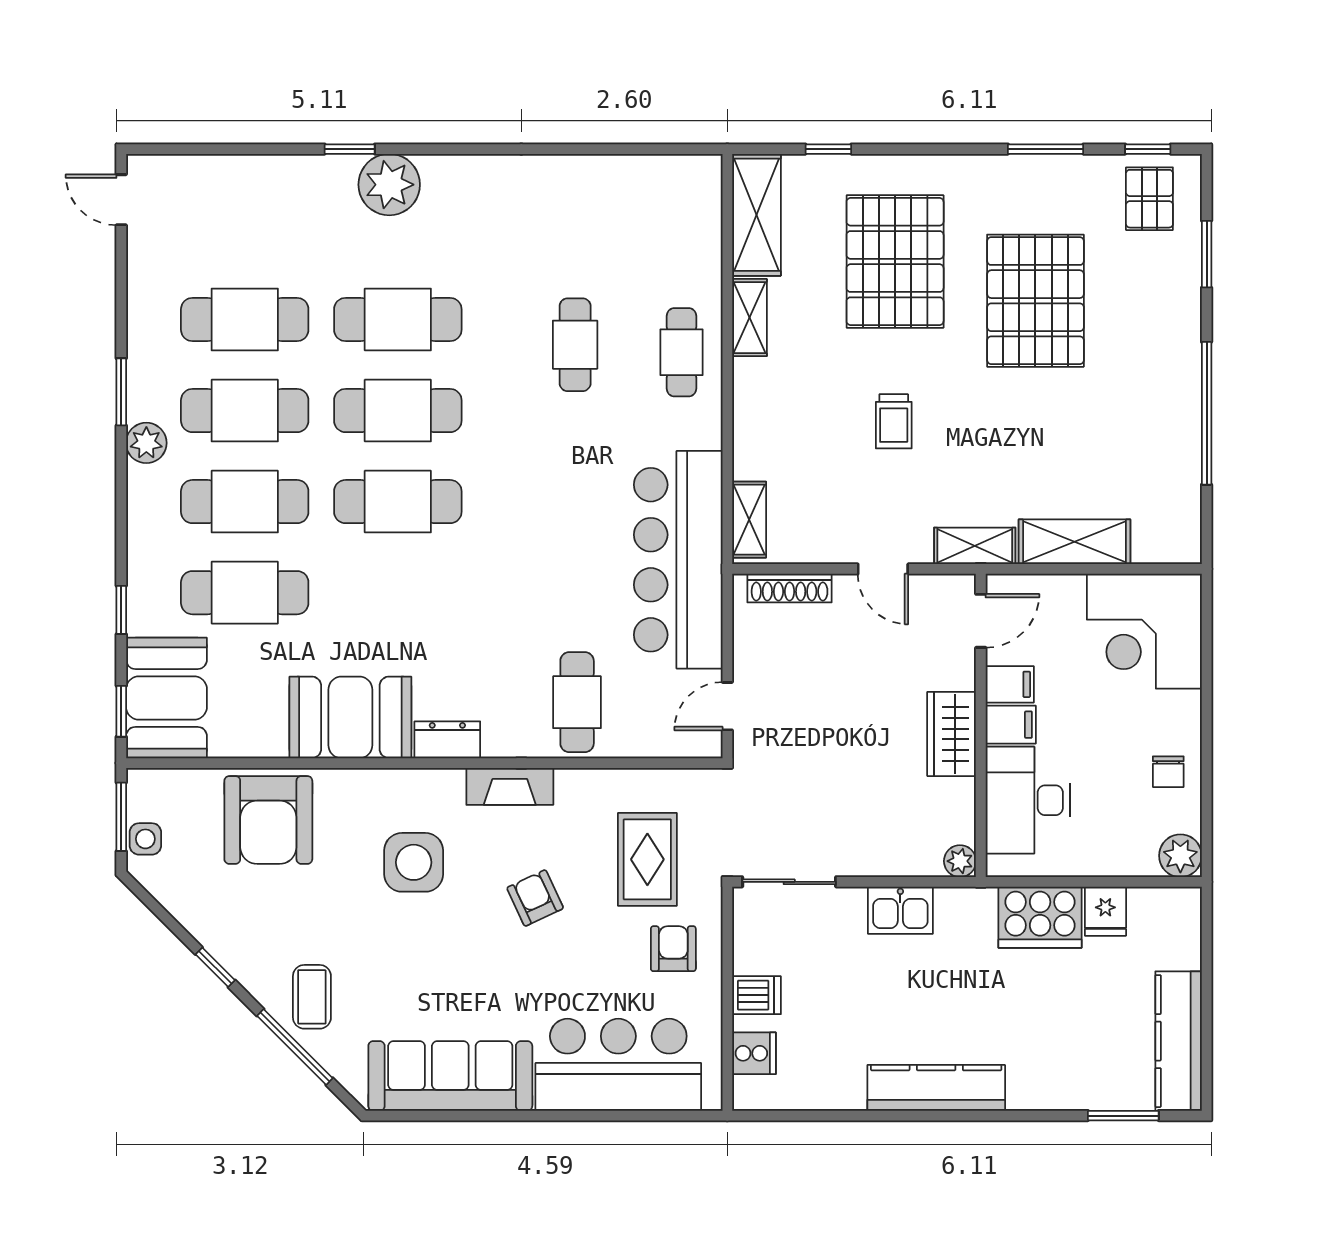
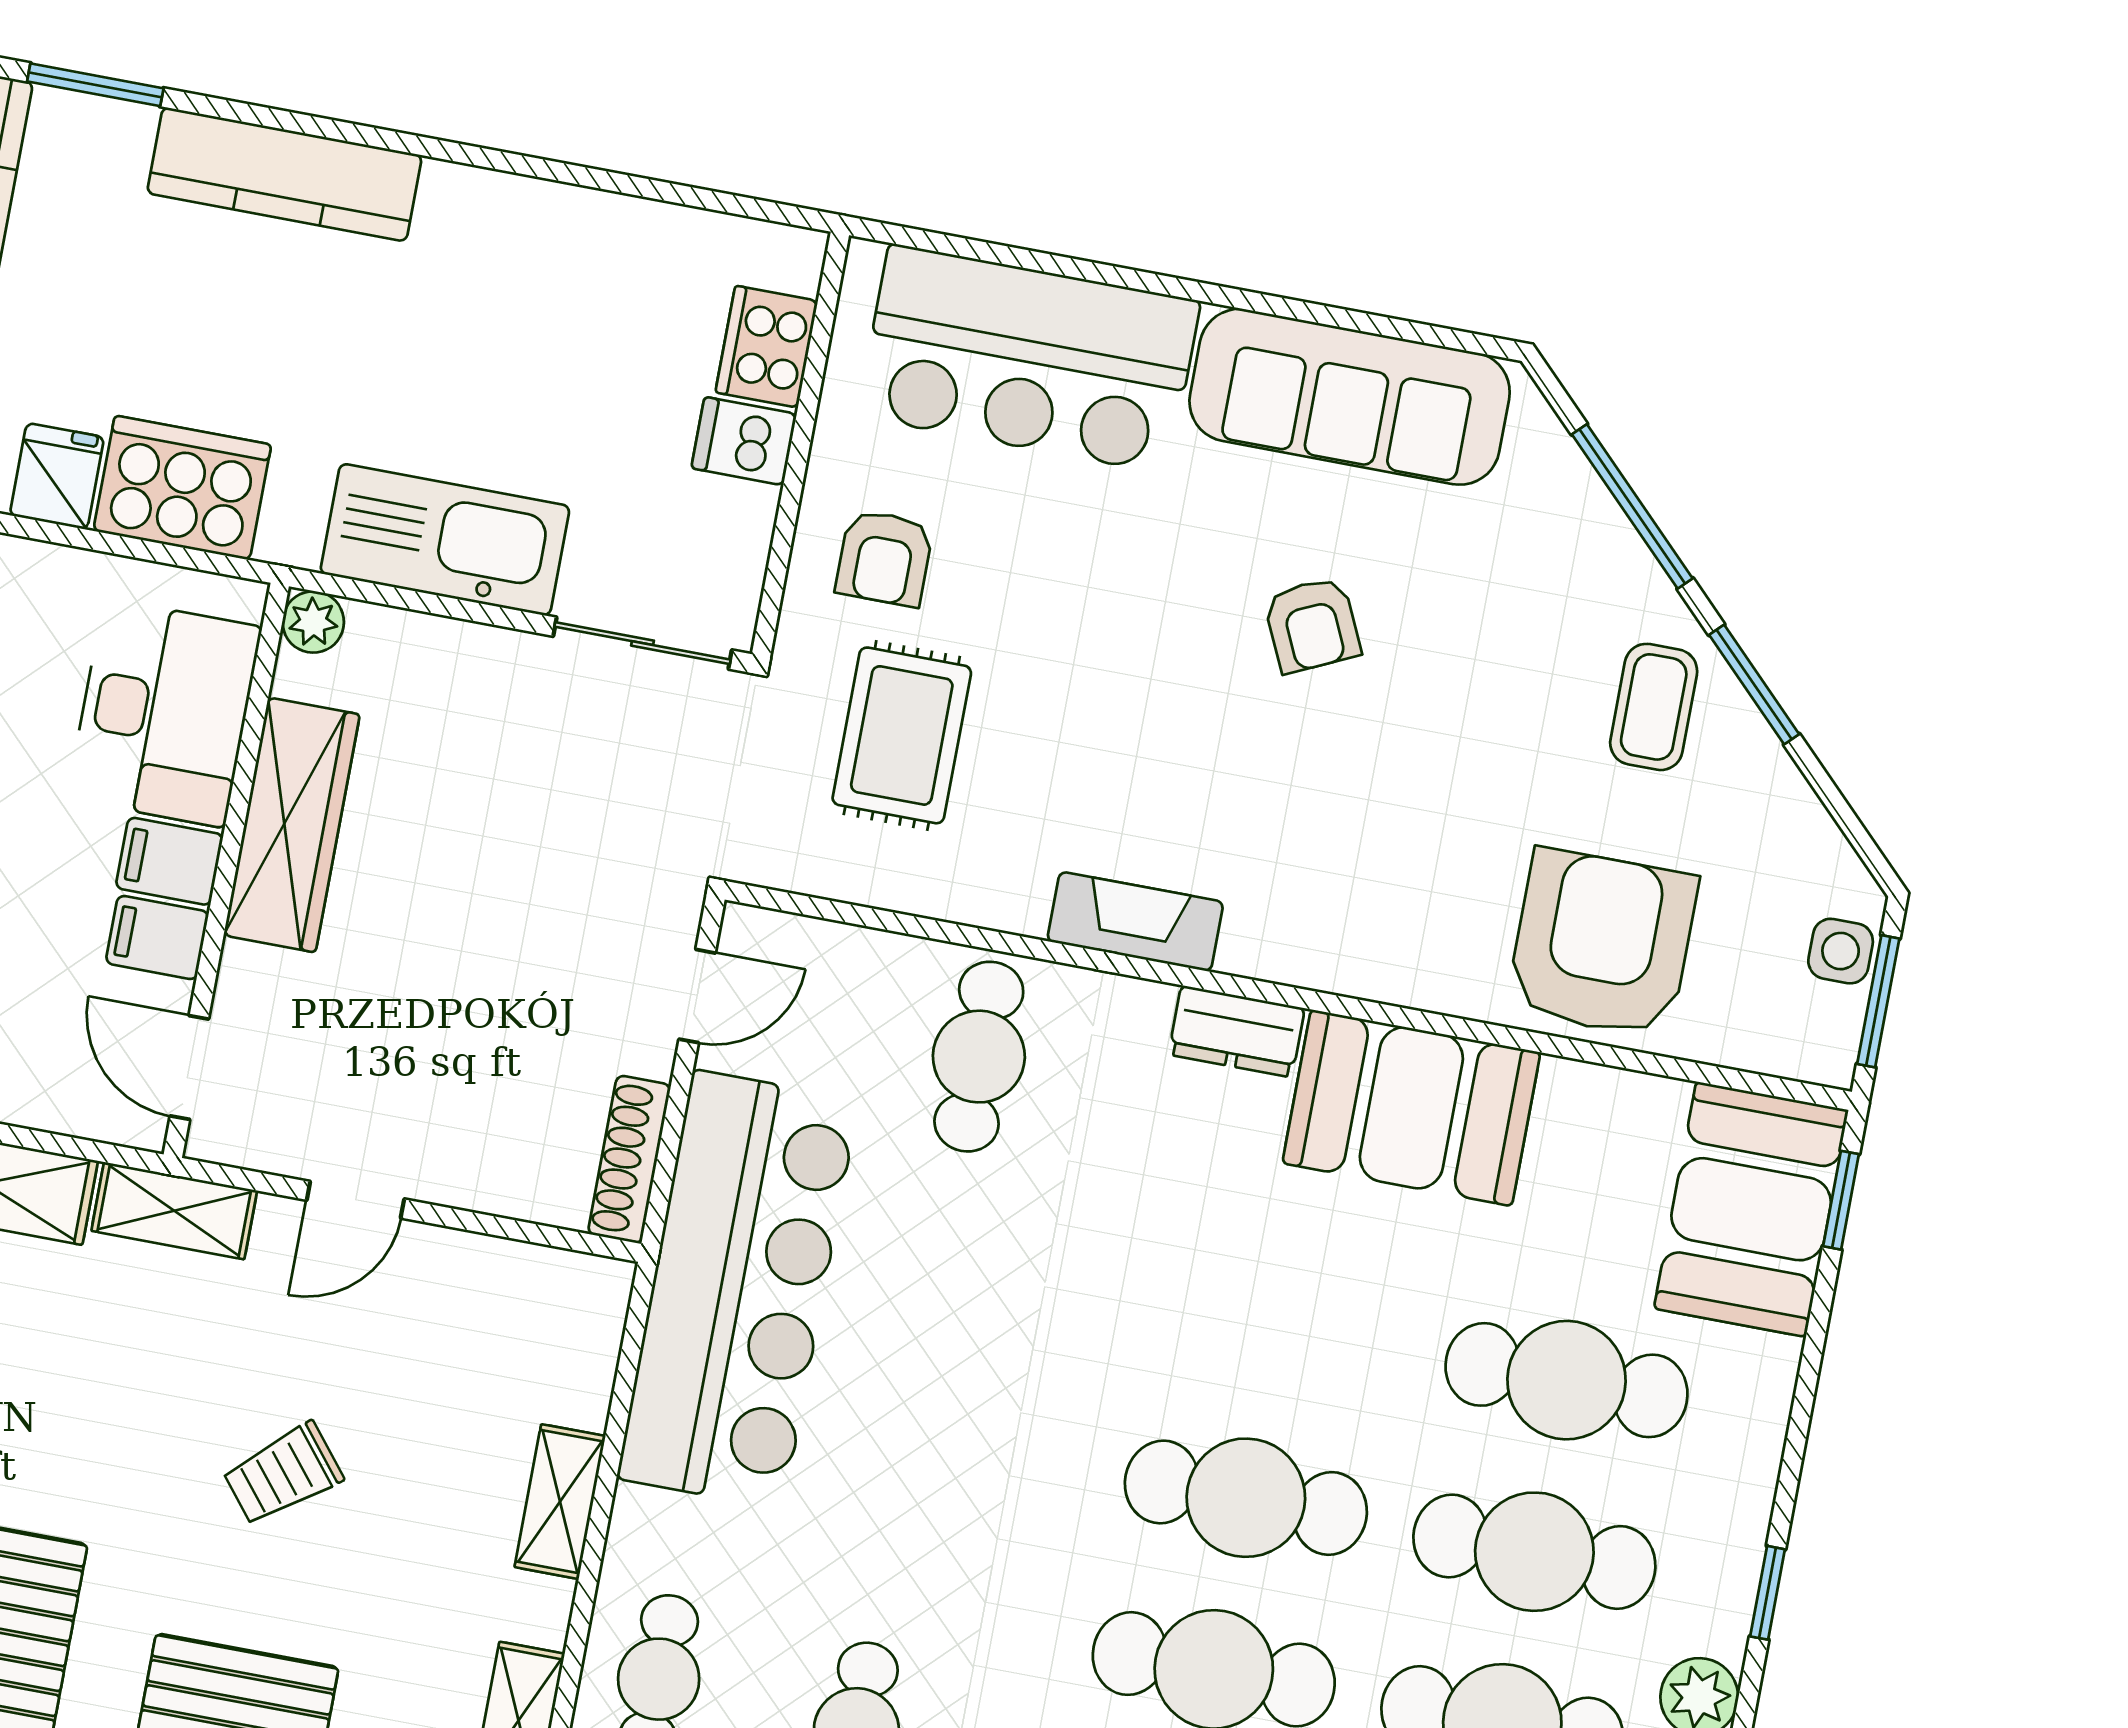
trolley: (894, 421) -> (283, 1474), turned -129
shelving: (749, 520) -> (560, 1502), moved
door: (883, 569) -> (355, 1200), swing flipped
shoe rack: (790, 588) -> (629, 1159), moved, turned -90
window: (121, 610) -> (1768, 1593), moved
door: (981, 621) -> (189, 1067), hinge flipped
wardrobe: (952, 734) -> (292, 825), width x1.50
side table: (414, 862) -> (1343, 812), removed
armchair: (535, 898) -> (1312, 625), moved
kitchen sink: (900, 910) -> (445, 540), width x1.87, depth x1.24
window: (215, 967) -> (1754, 684), width x1.50
coffee table: (312, 997) -> (1654, 707), moved
cooker: (754, 1053) -> (767, 347), width x1.36
kitchen counter: (936, 1088) -> (284, 174), moved

